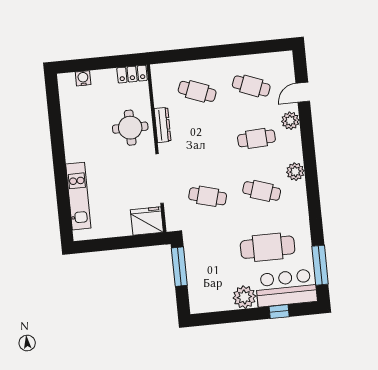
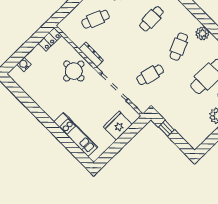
plant: (295, 172) -> (202, 33), moved
cafe table: (262, 191) -> (179, 47), turned -42
fridge: (147, 221) -> (118, 126), moved
window: (179, 267) -> (166, 128), width x0.46

